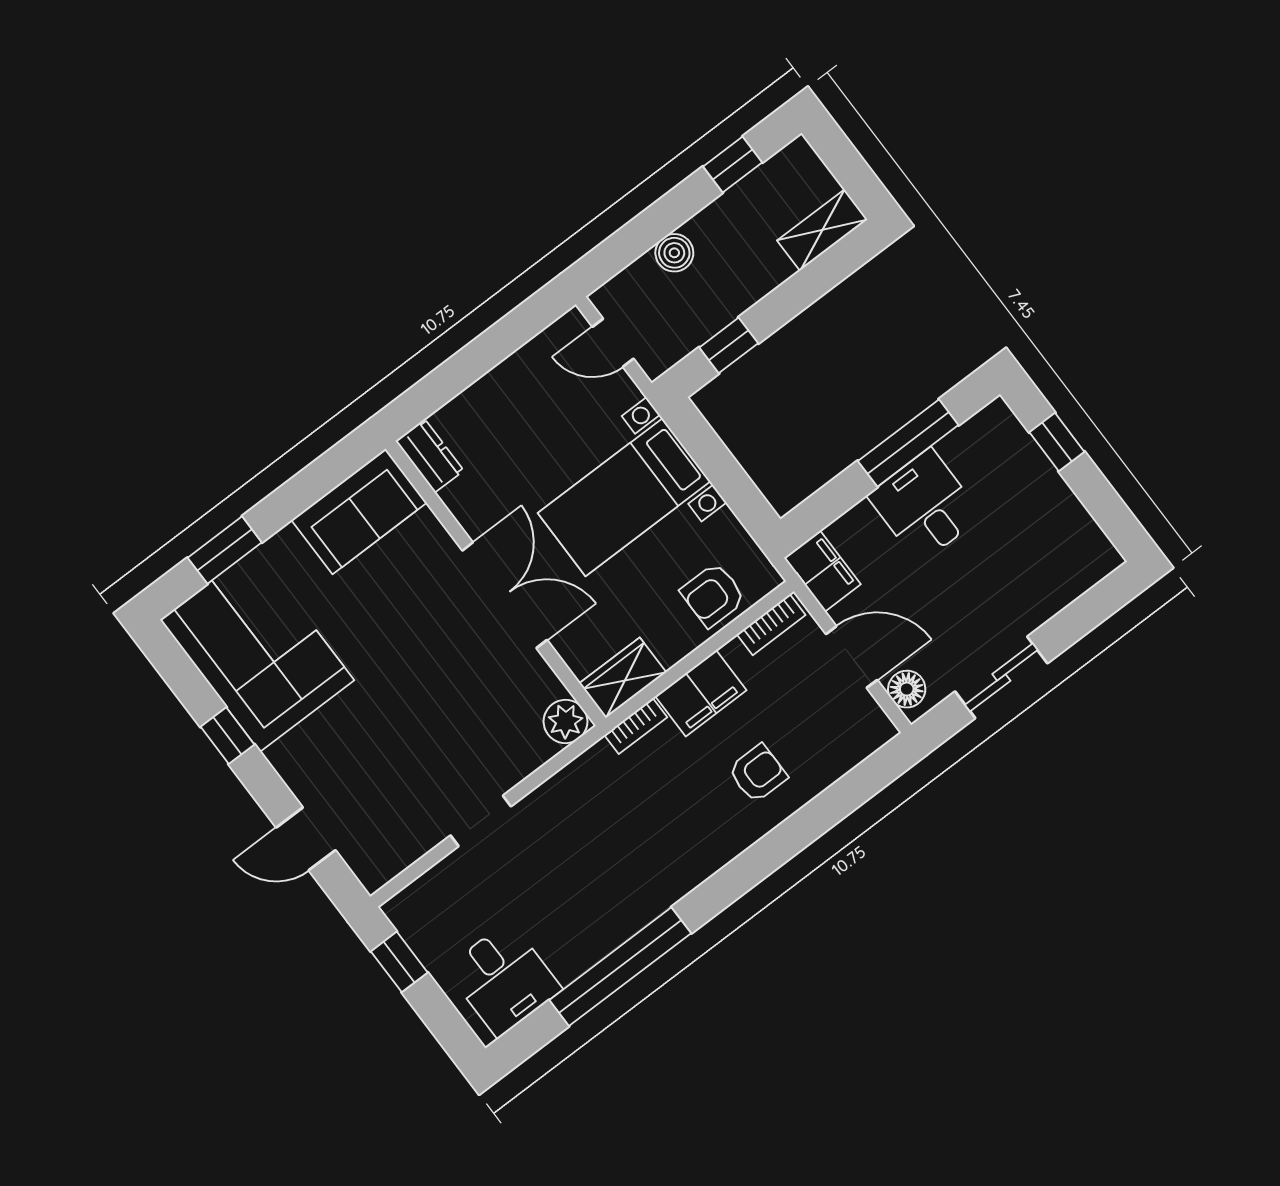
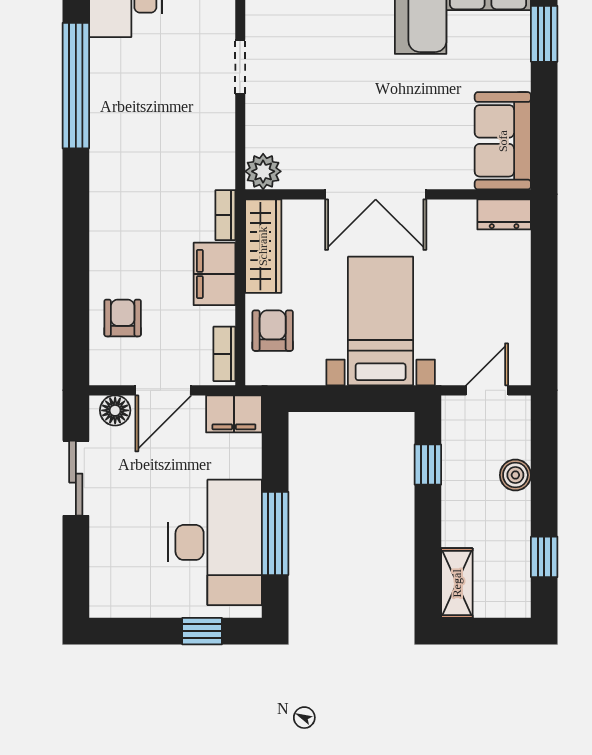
desk: (925, 506) -> (215, 542), width x1.87, depth x1.30
wardrobe: (623, 678) -> (263, 246), width x1.50
armchair: (758, 773) -> (123, 318), moved, turned 180

